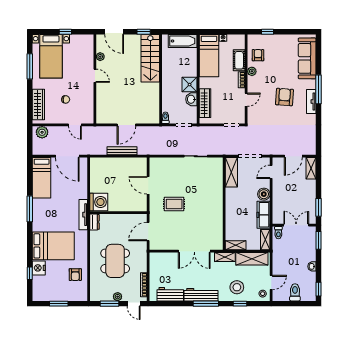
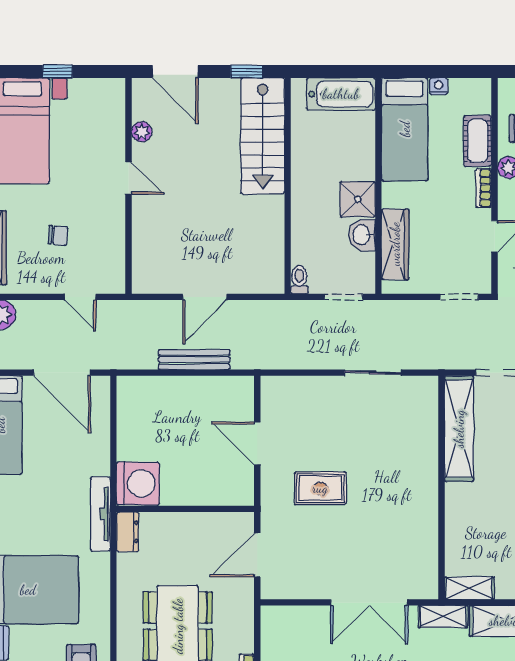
shelving: (231, 172) -> (459, 429), width x1.47

